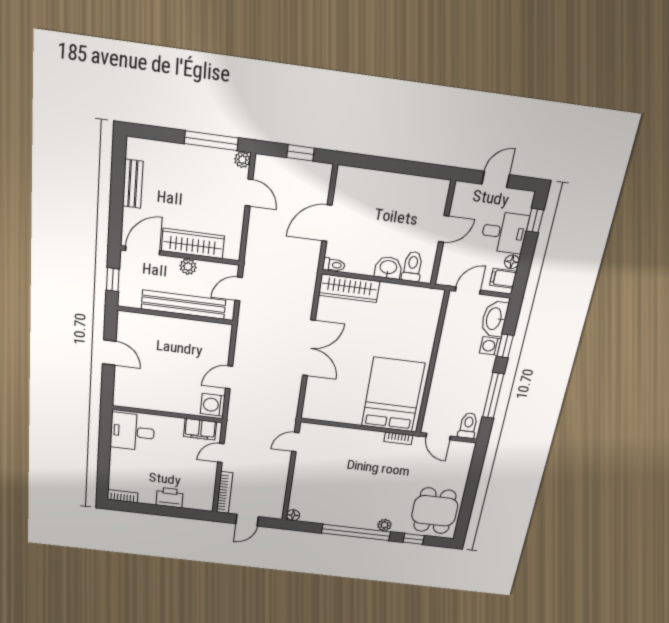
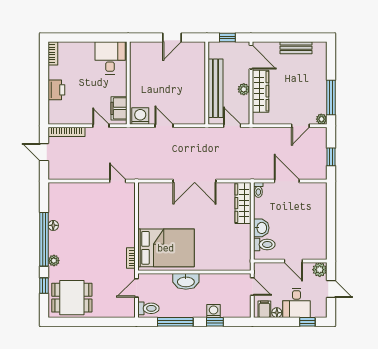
plant: (464, 192) -> (320, 270), added
washbasin: (494, 319) -> (186, 281), moved, turned 180
floor lamp: (293, 515) -> (53, 225), moved

